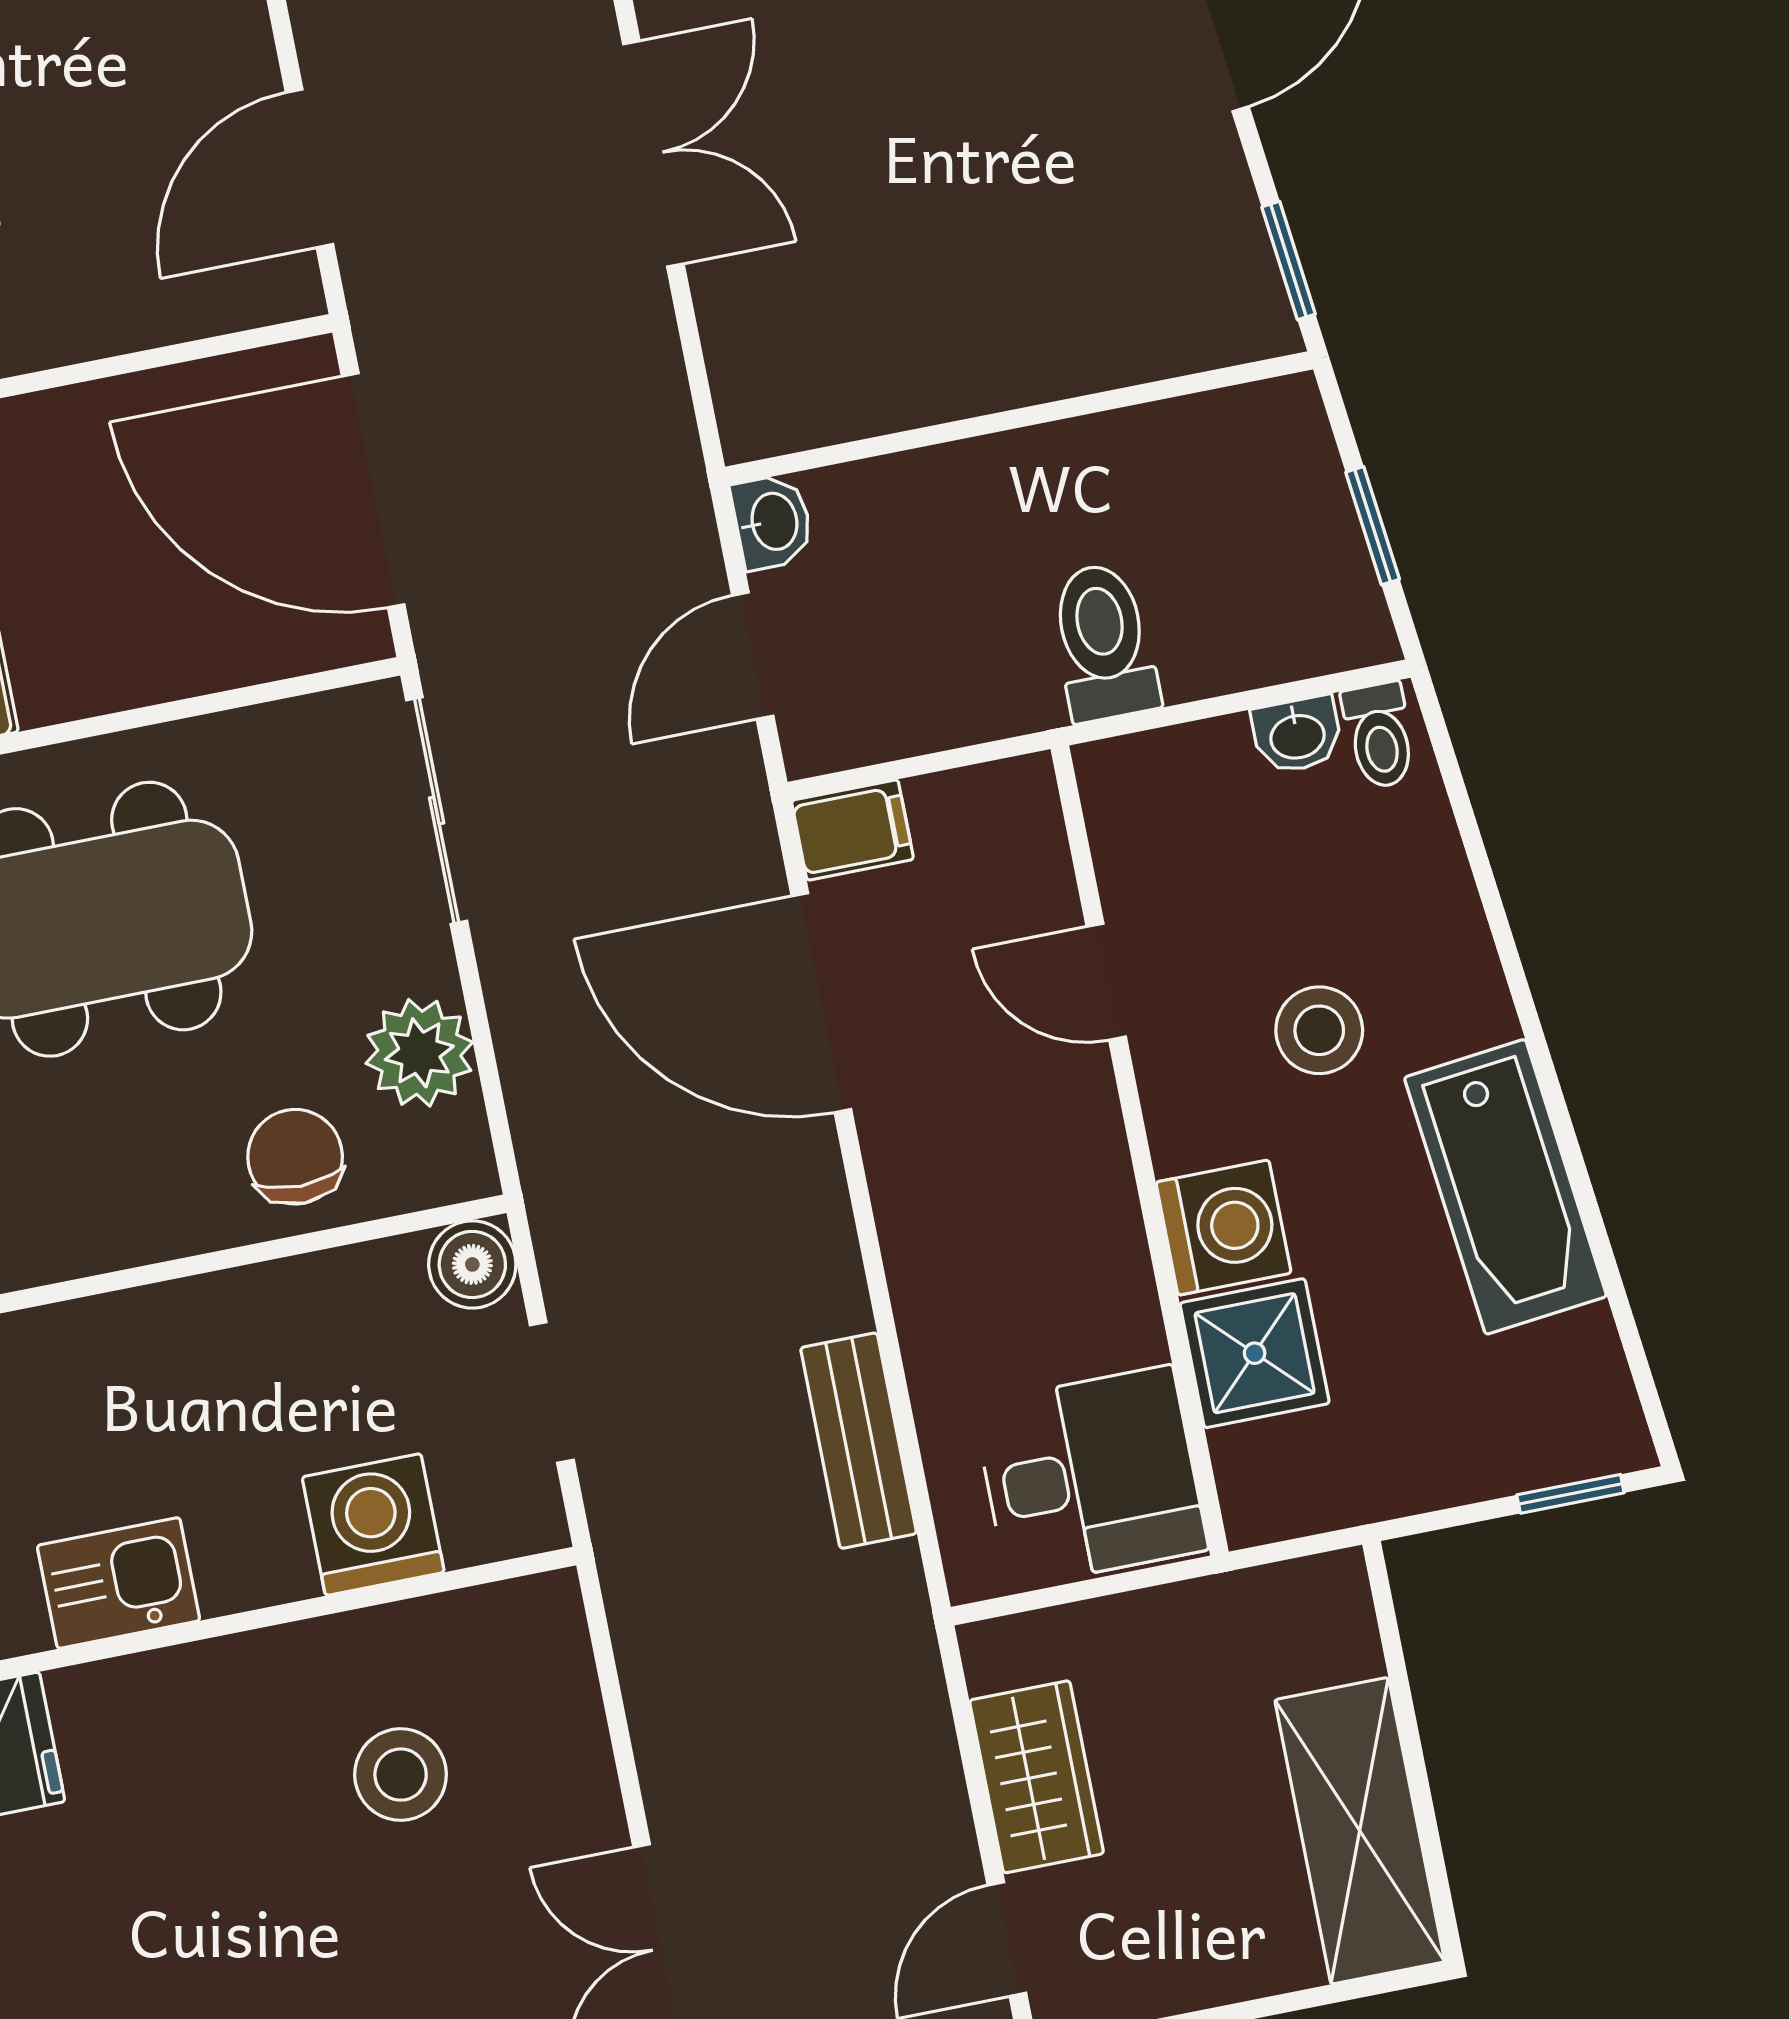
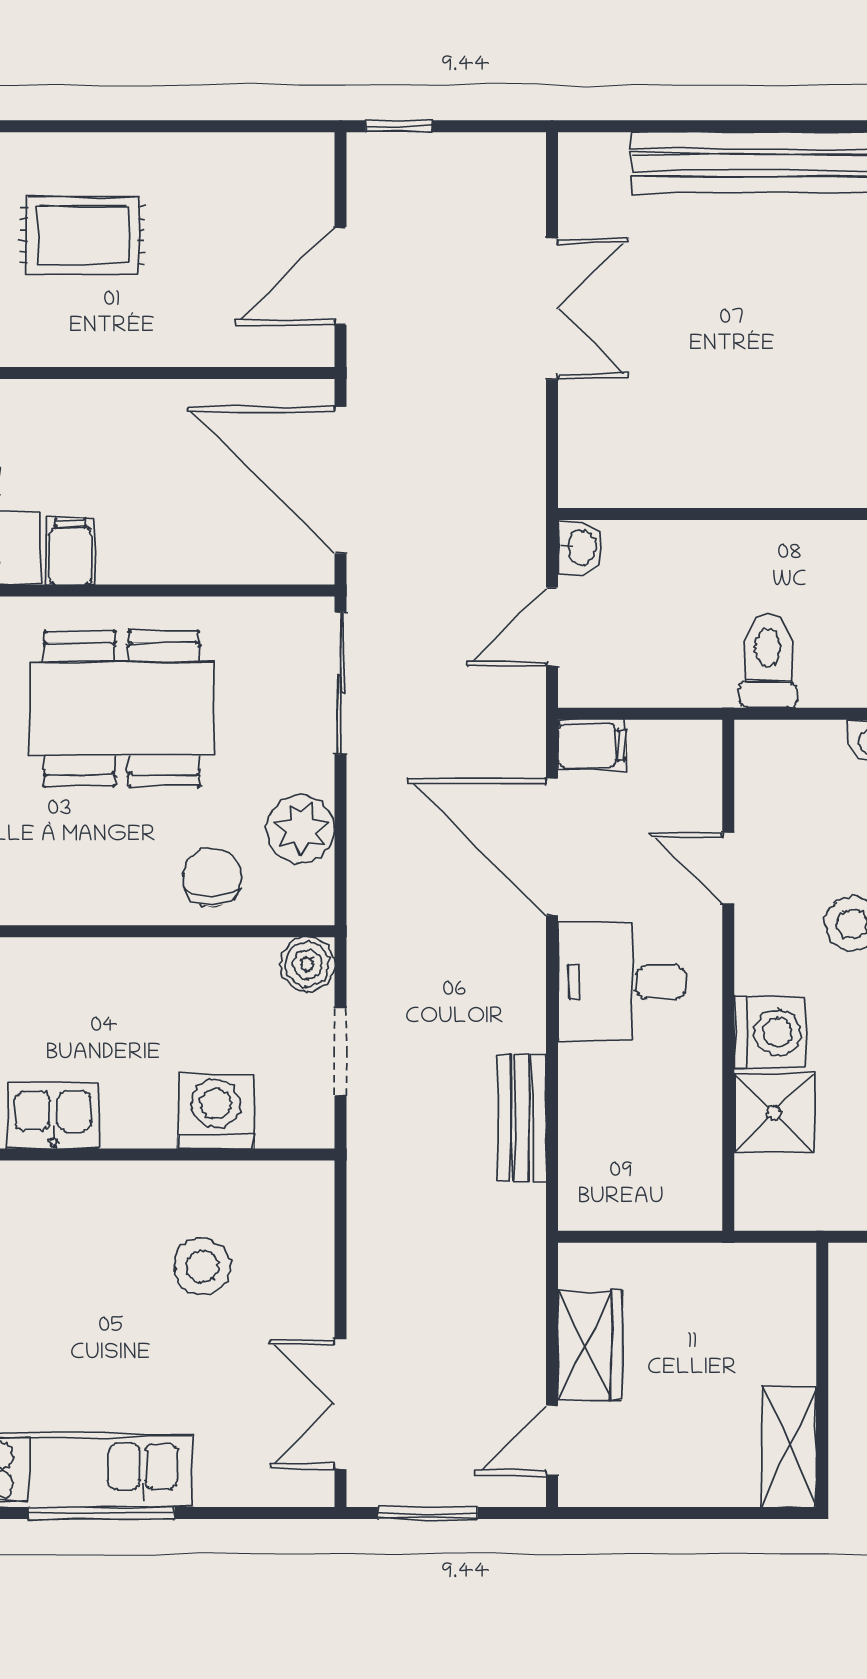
desk: (1090, 1477) -> (621, 982), moved, turned 180
shelving: (1360, 1831) -> (789, 1447), width x0.67, depth x0.75

